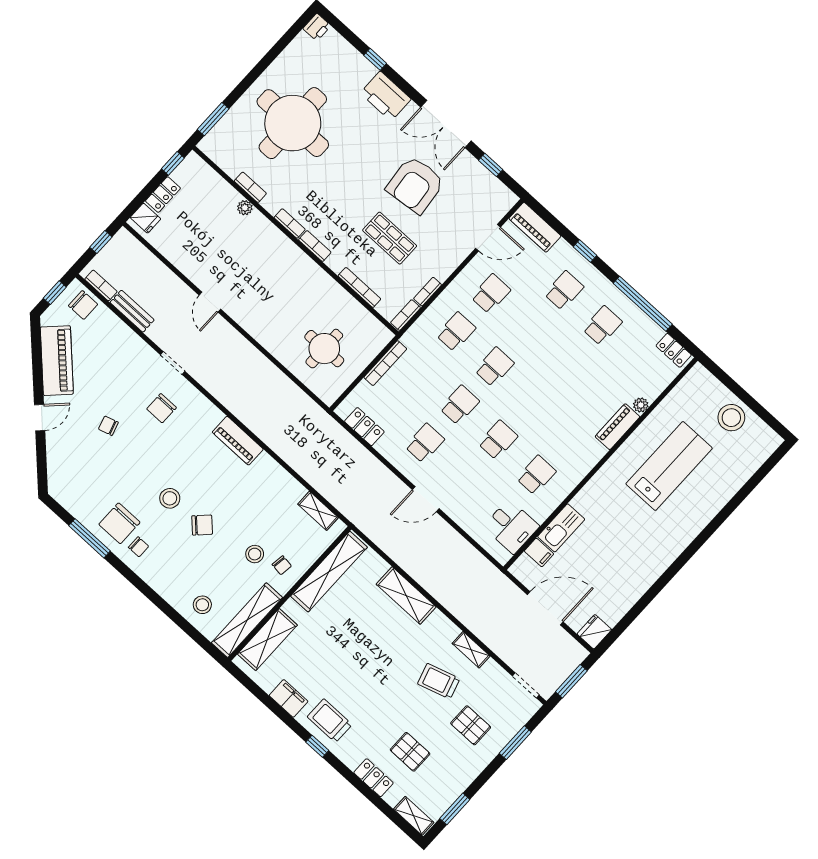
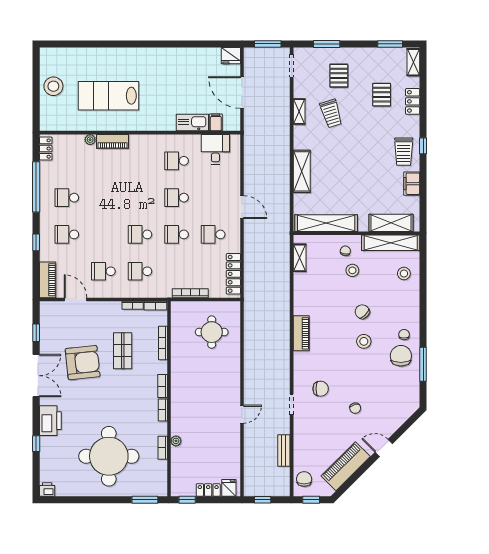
bookcase: (101, 285) -> (285, 479), removed
locker: (364, 427) -> (233, 274), width x1.53
chair: (119, 523) -> (401, 356), turned -90

